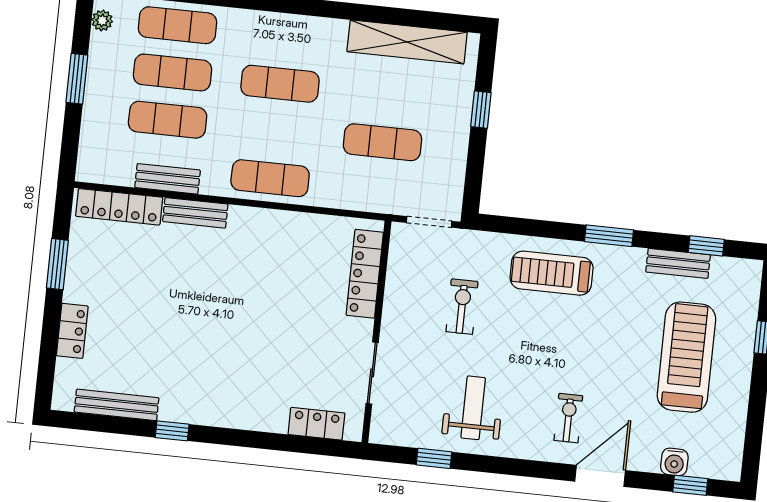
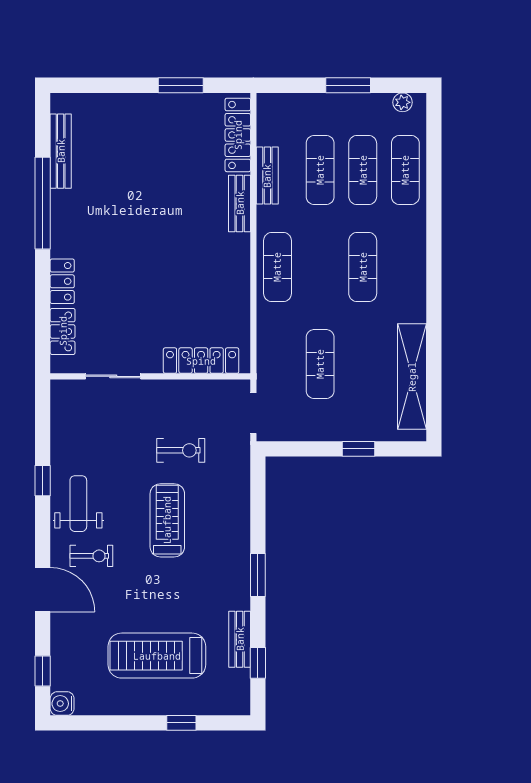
treadmill: (552, 273) -> (167, 520), moved
locker: (72, 331) -> (62, 281), moved, turned -90
treadmill: (686, 357) -> (157, 656), turned 180
weight bench: (473, 408) -> (78, 504), moved, turned -90
window: (172, 431) -> (43, 203), width x3.17
window: (434, 458) -> (43, 481), moved
water cooler: (674, 462) -> (62, 704), moved

